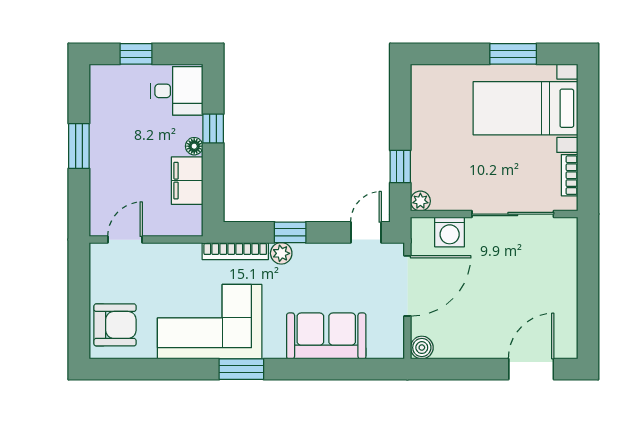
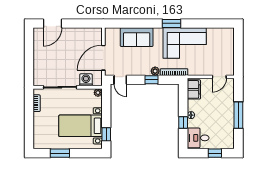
bed with nightstands: (525, 108) -> (80, 126), moved, turned 180
window: (79, 146) -> (238, 115), width x1.44
window: (400, 166) -> (106, 134), moved
filing cabinet: (187, 181) -> (194, 89), moved
door: (366, 232) -> (120, 80), hinge flipped
armchair: (115, 325) -> (223, 42), removed
boiler: (422, 348) -> (97, 32), removed

